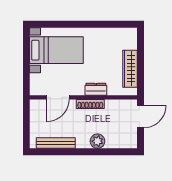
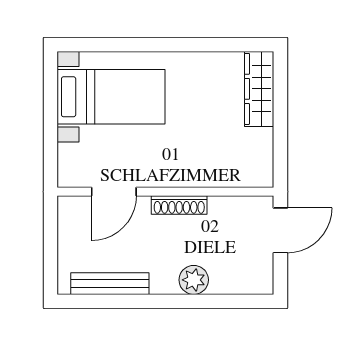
wardrobe: (130, 69) -> (259, 89), moved
dresser: (96, 89) -> (191, 175), removed

